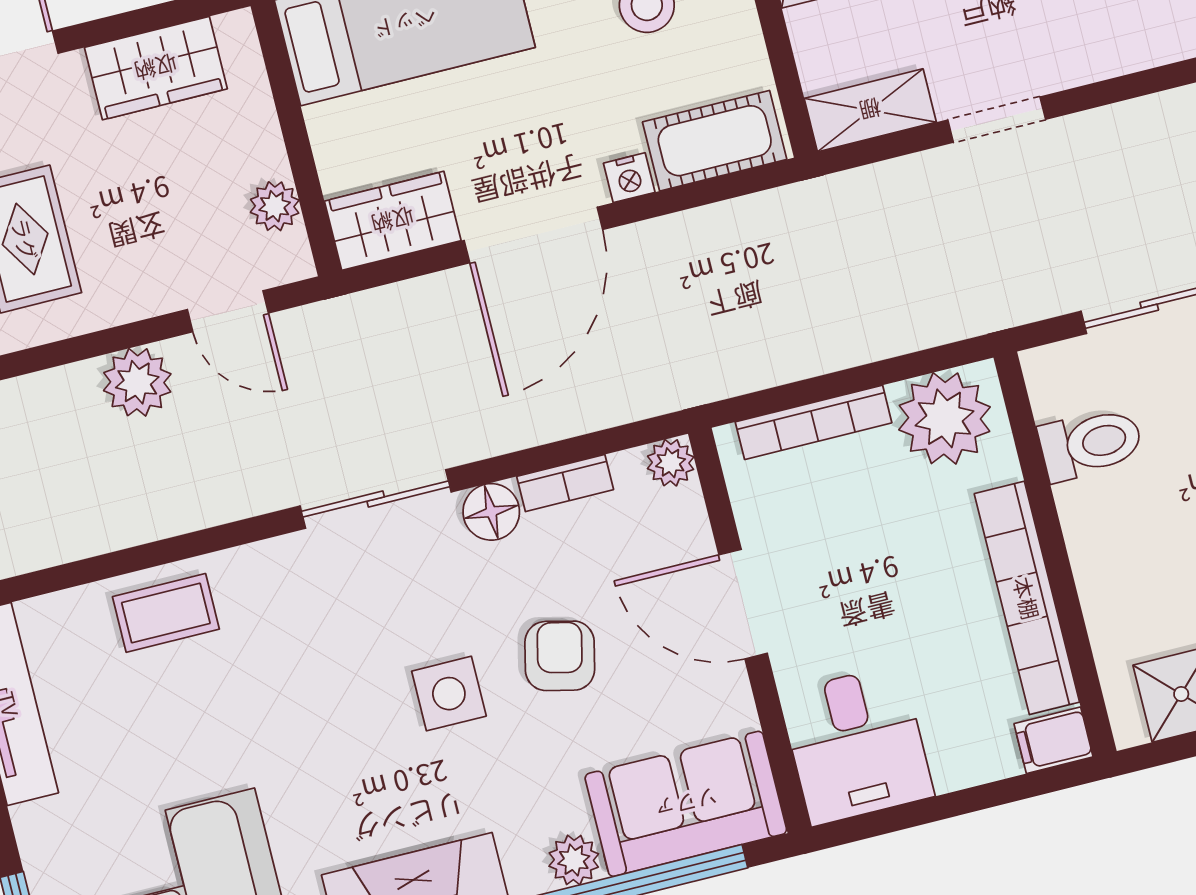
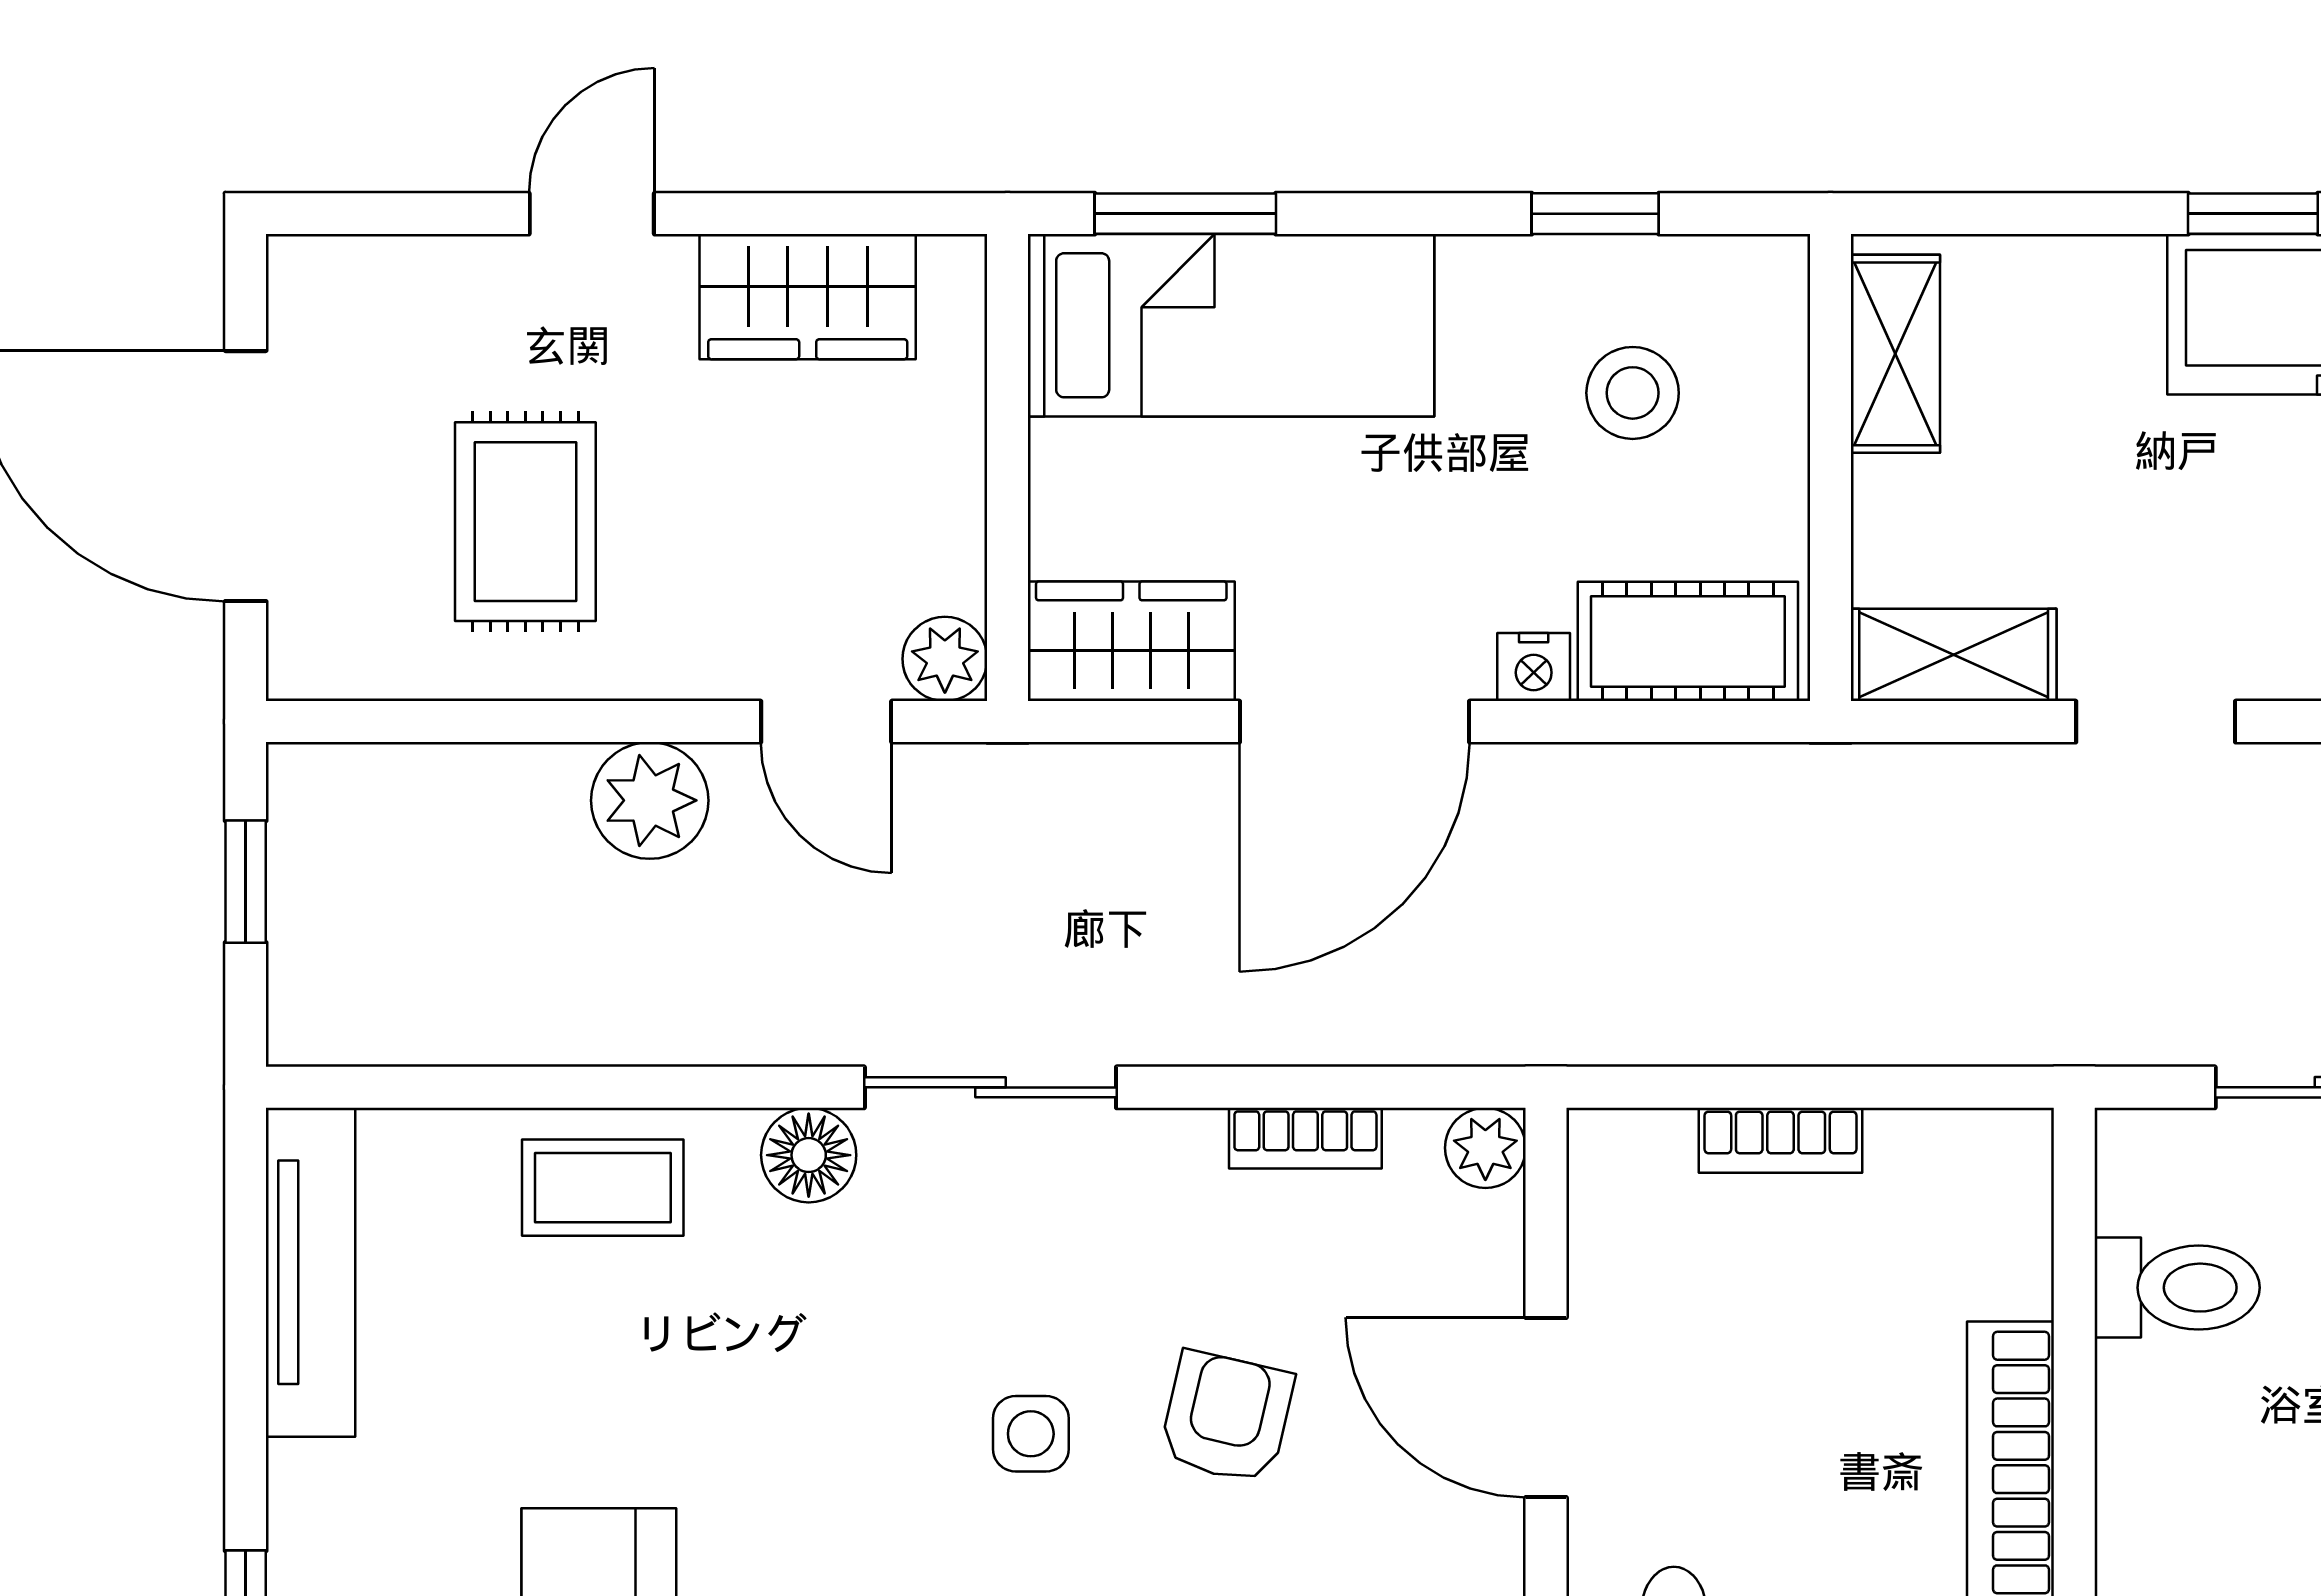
plant: (275, 206) -> (945, 659), moved
plant: (944, 418) -> (1949, 1187), removed
bookcase: (814, 422) -> (1780, 1140), width x0.64
floor lamp: (491, 512) -> (809, 1155), moved
side table: (449, 694) -> (1031, 1434), width x0.73, depth x0.73

